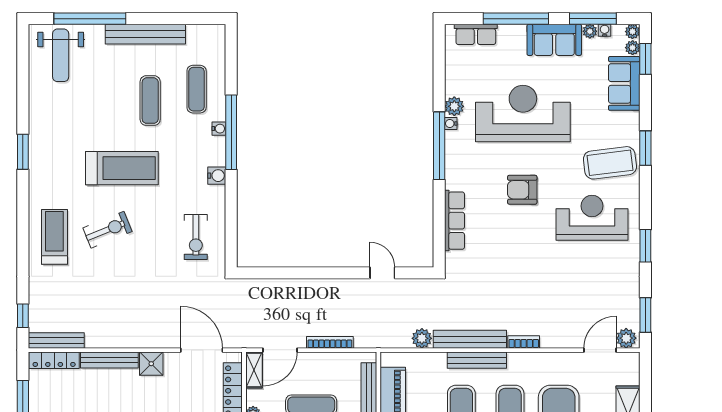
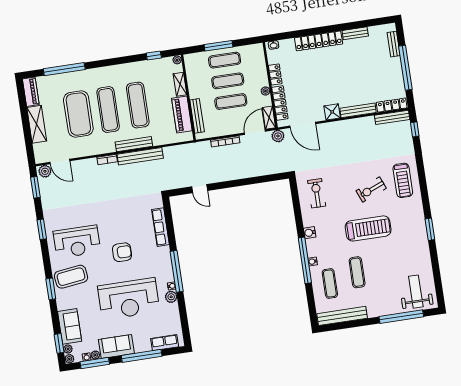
bench: (145, 34) -> (342, 316), moved
treadmill: (122, 168) -> (368, 228), turned 180
plant: (422, 338) -> (278, 136), moved
door: (600, 350) -> (60, 162), hinge flipped

